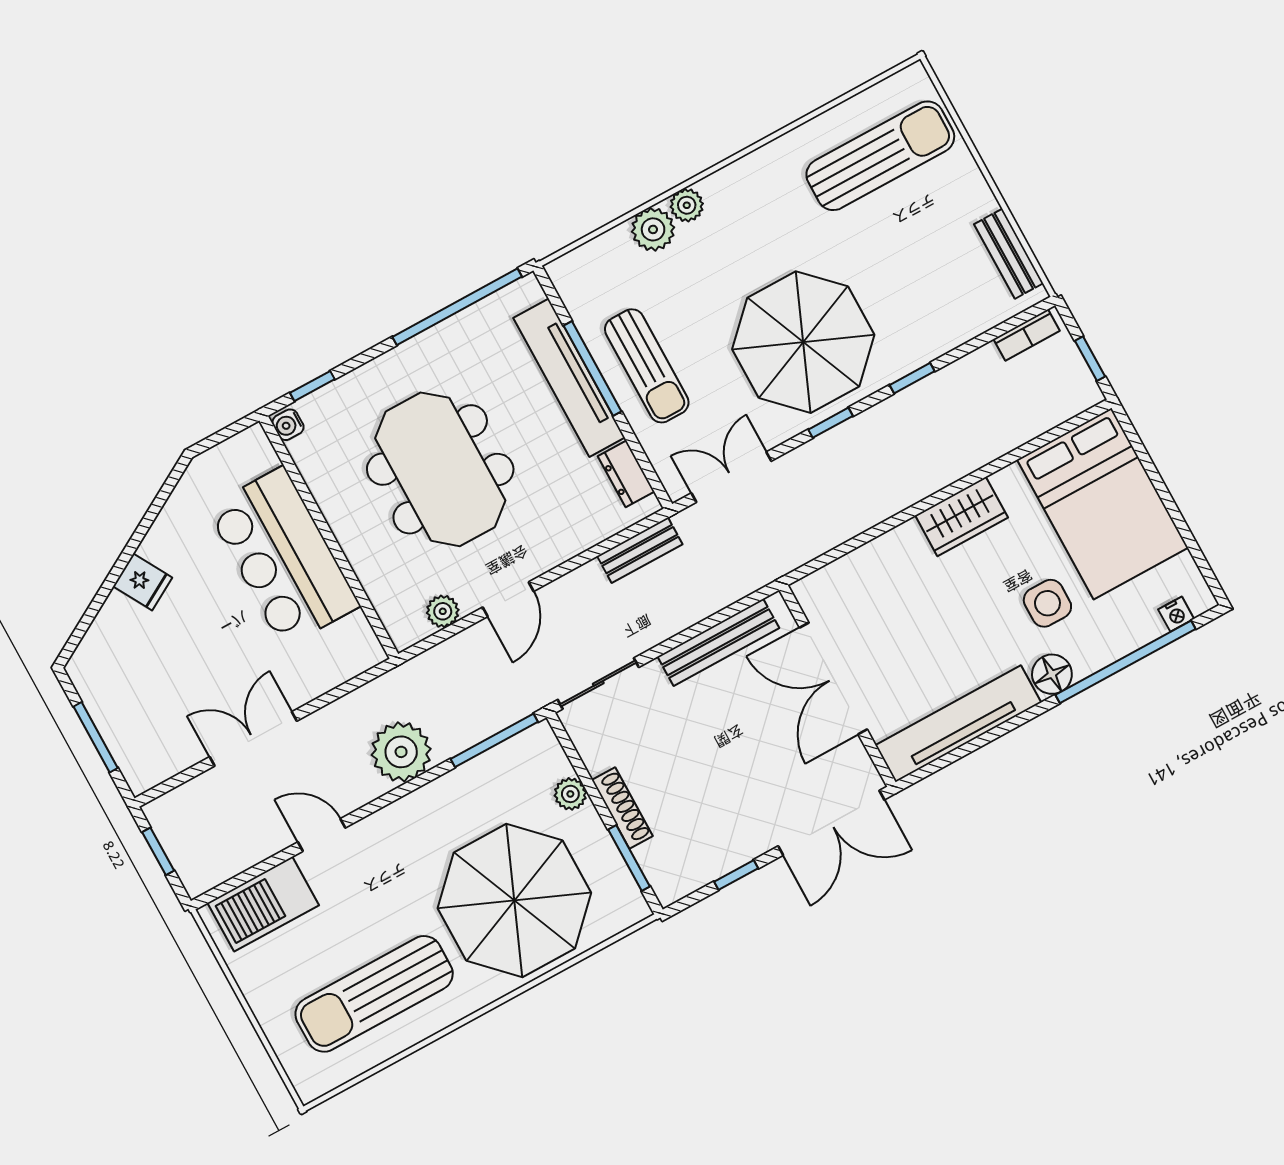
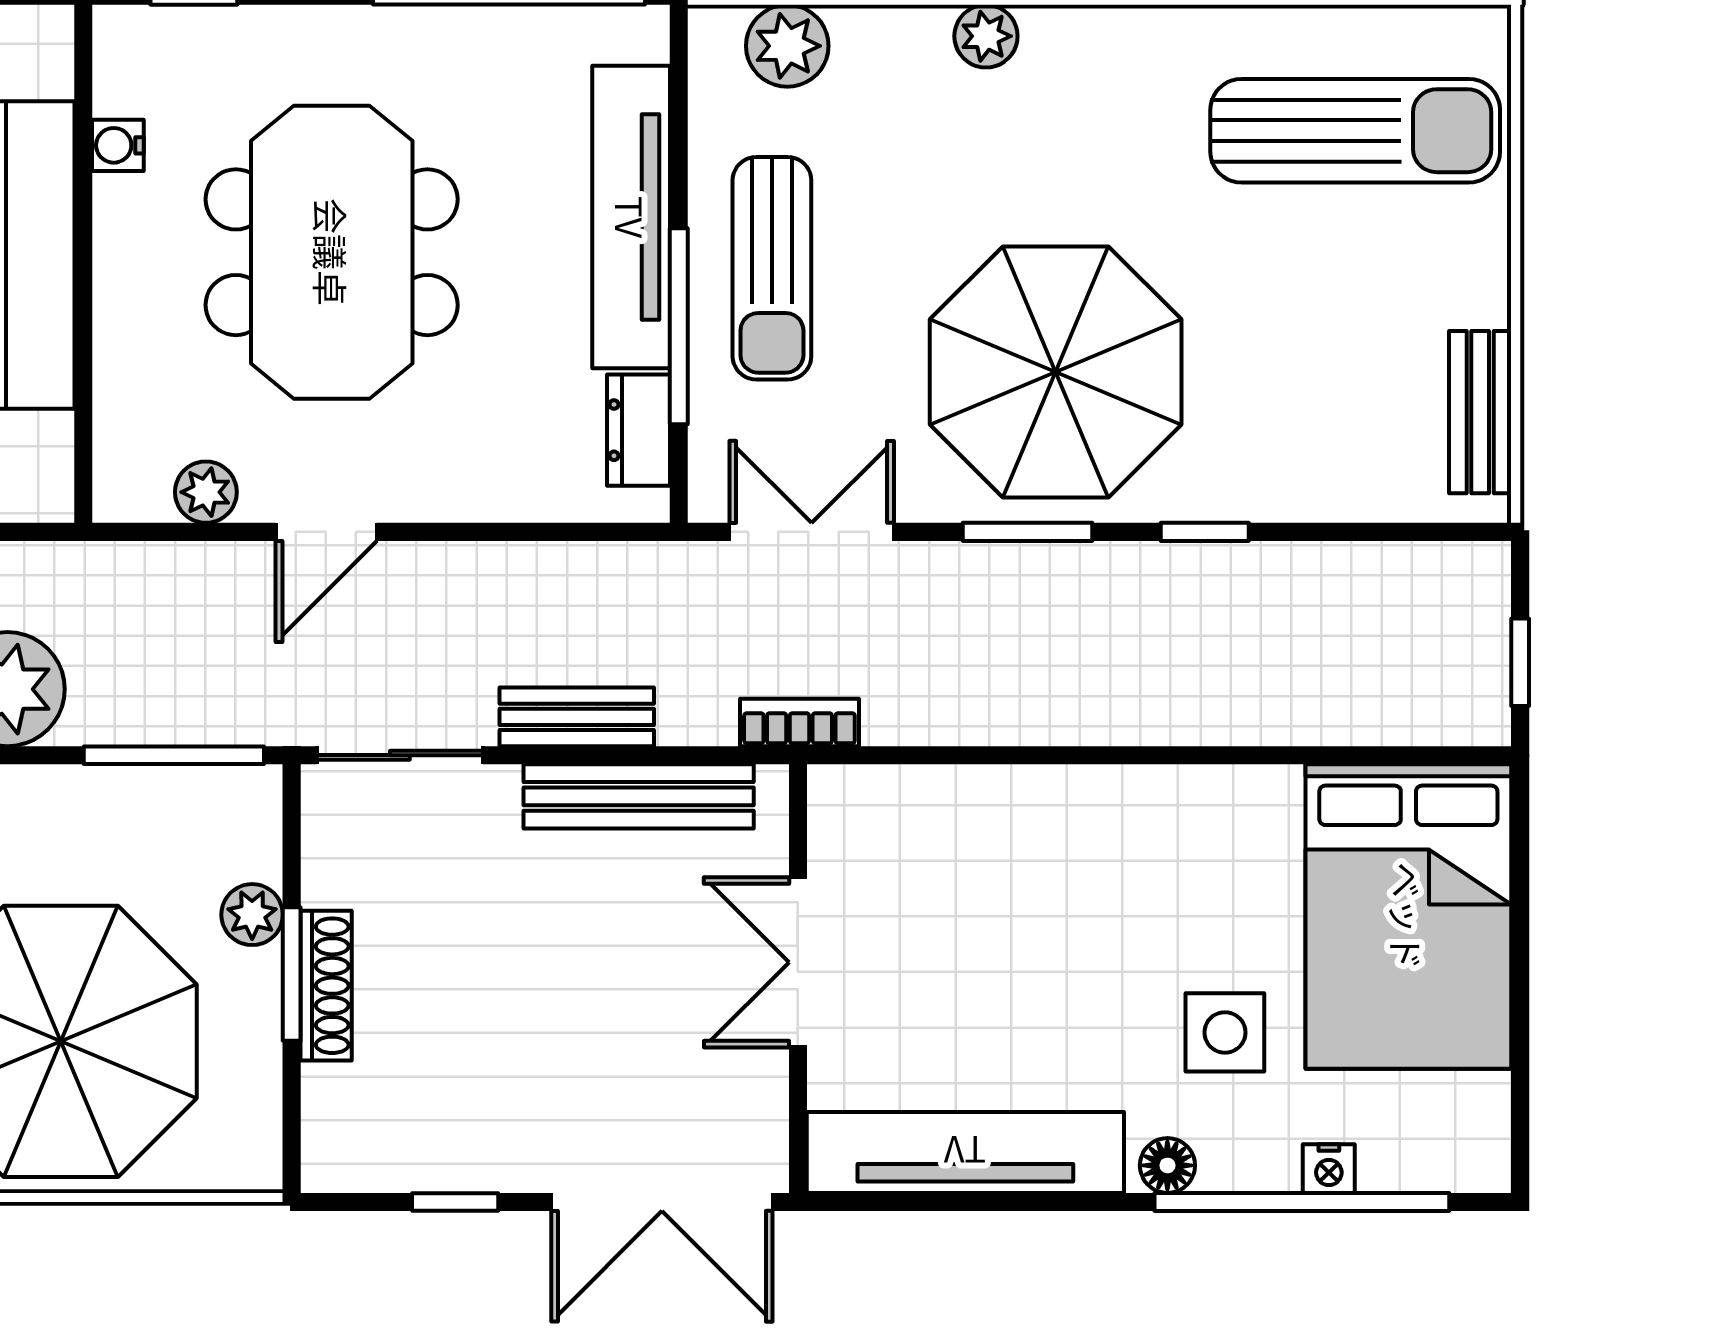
plant: (653, 229) -> (787, 46), moved
bookcase: (1027, 335) -> (799, 723), moved, turned 180
window: (593, 369) -> (679, 326), moved
window: (831, 423) -> (1027, 532), width x1.50
water cooler: (288, 425) -> (118, 145), moved
wardrobe: (962, 517) -> (1161, 809), removed
bench: (640, 550) -> (577, 717), moved
nightstand: (1176, 614) -> (1329, 1169), moved
floor lamp: (1052, 674) -> (1167, 1165), width x0.73, depth x0.73
double door: (833, 679) -> (798, 962), width x0.73
window: (629, 858) -> (292, 974), moved

